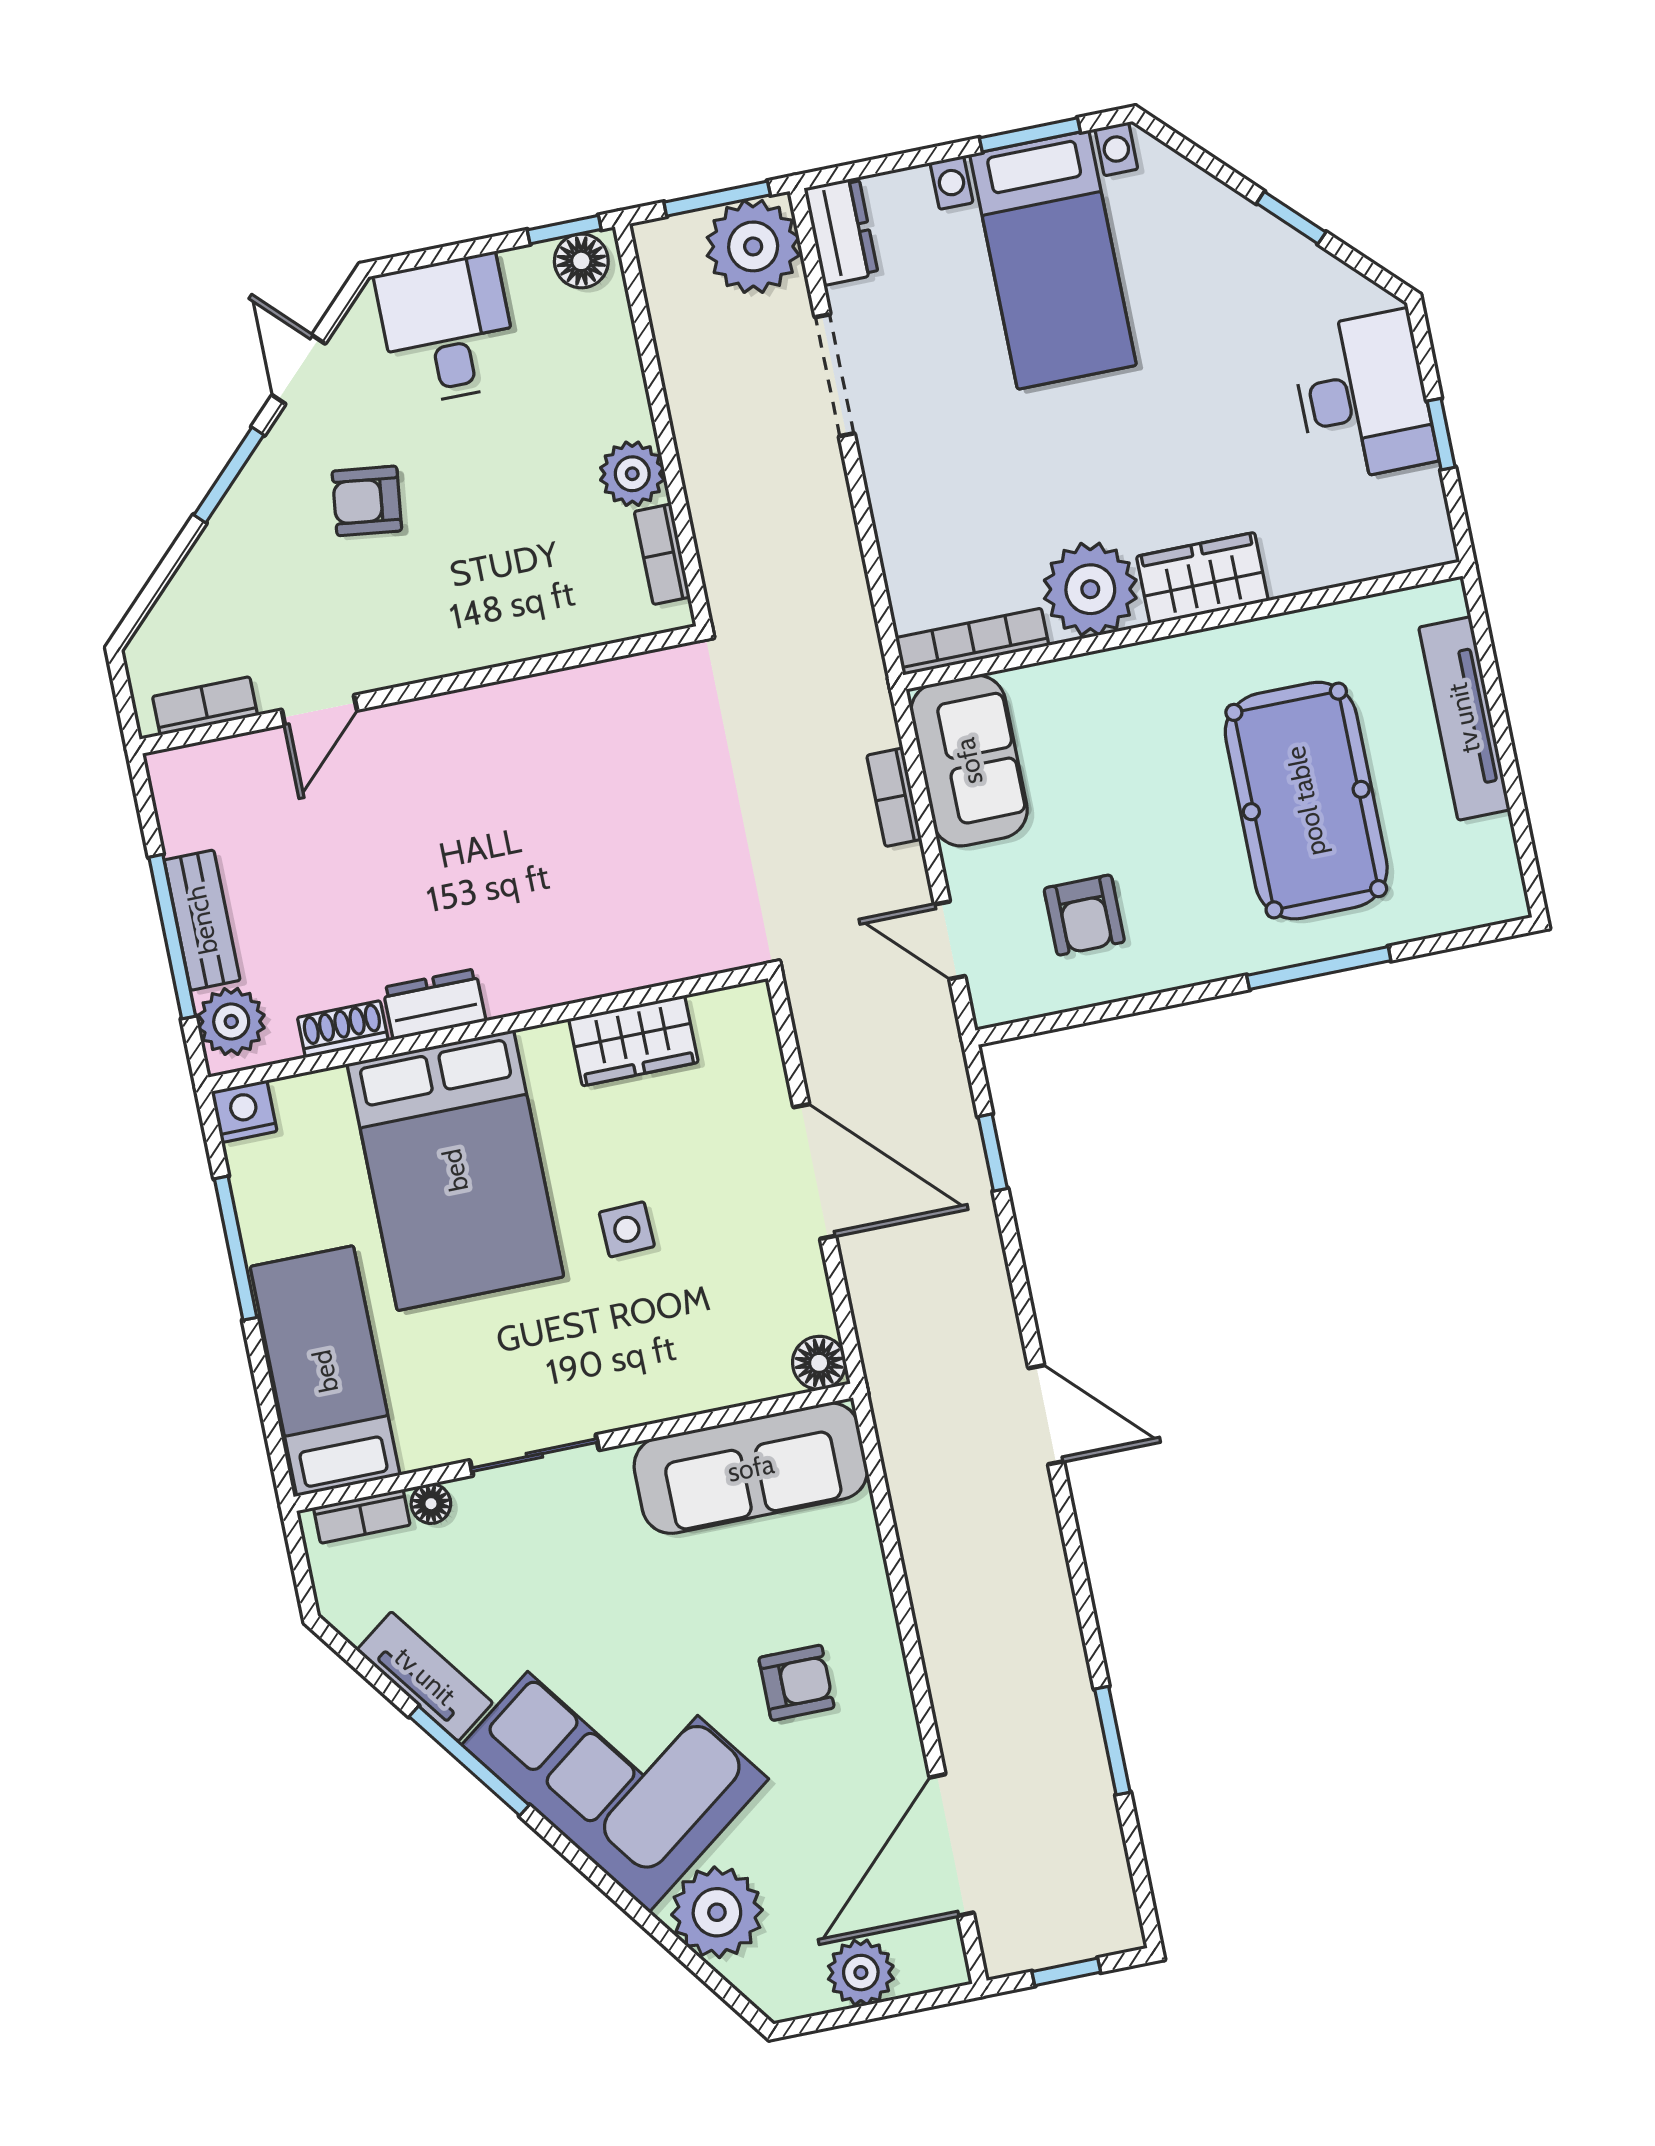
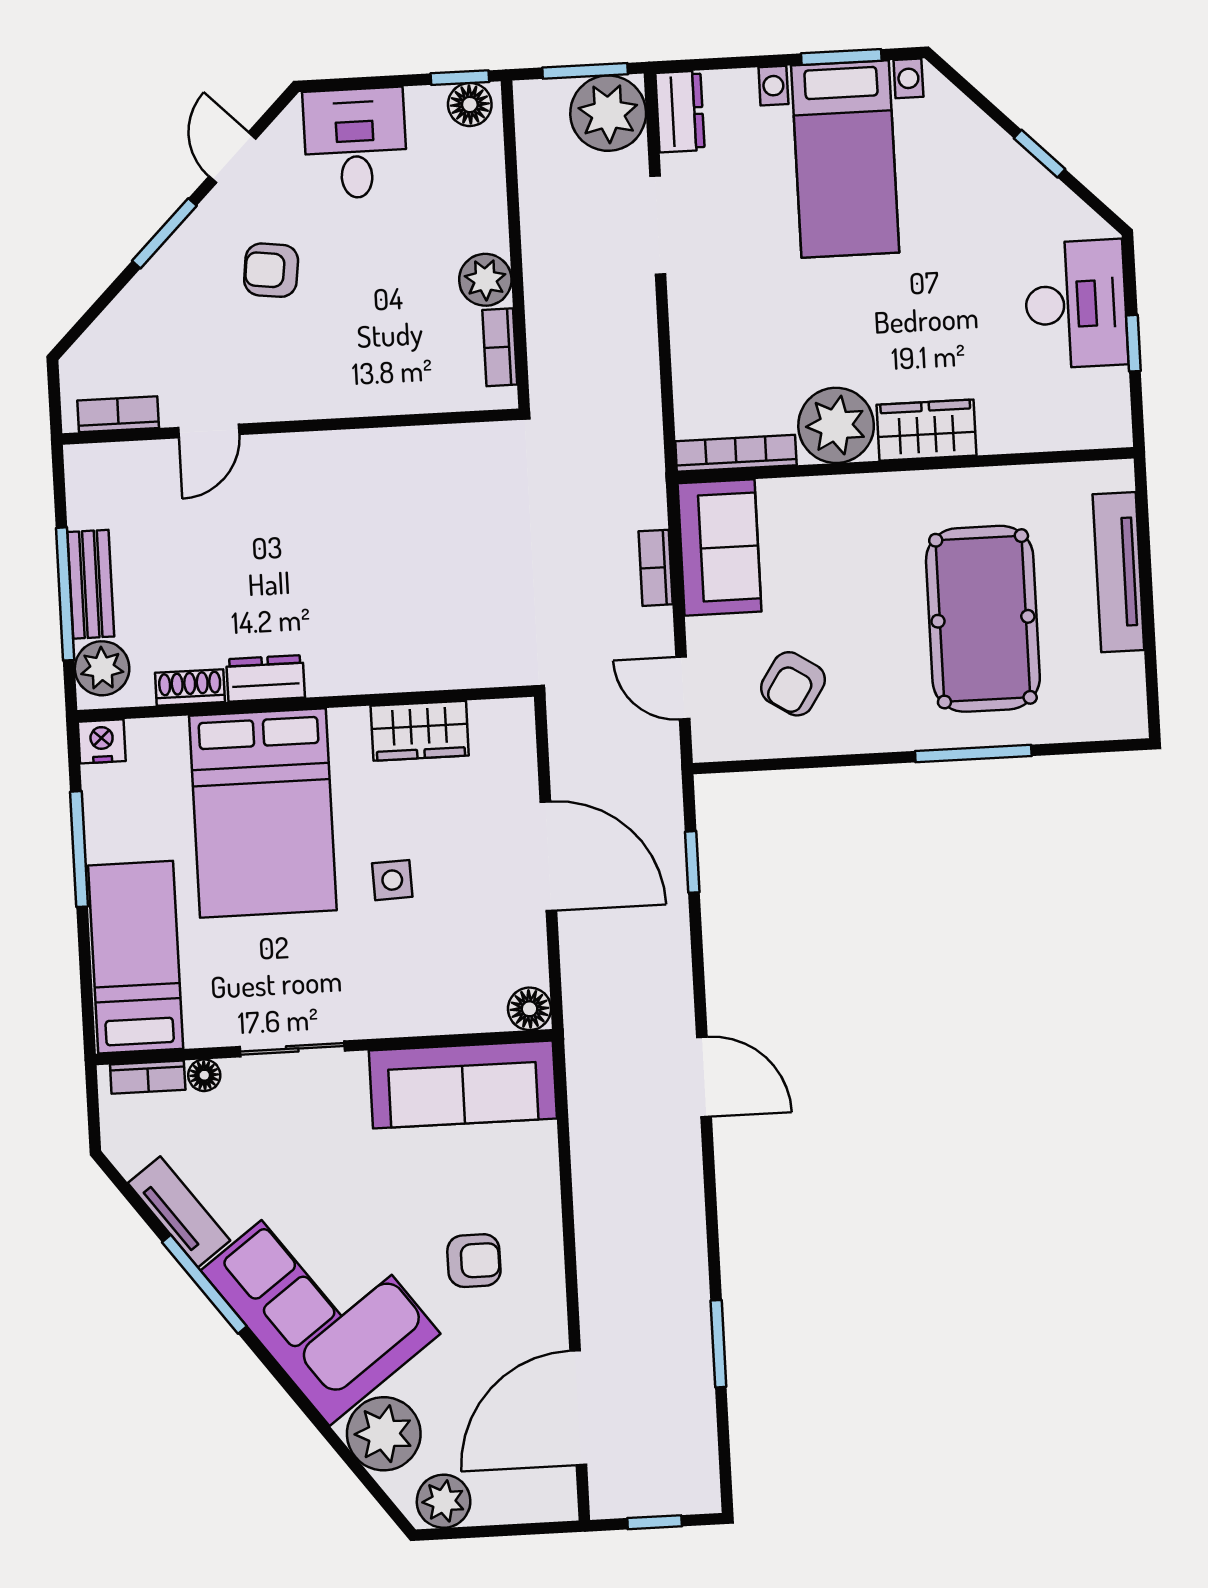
armchair: (1084, 915) -> (793, 684), turned 33
plant: (861, 1973) -> (444, 1501), moved

